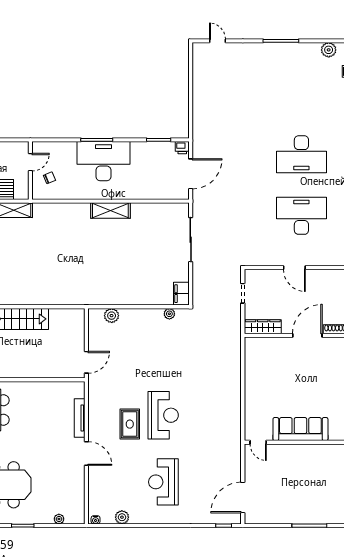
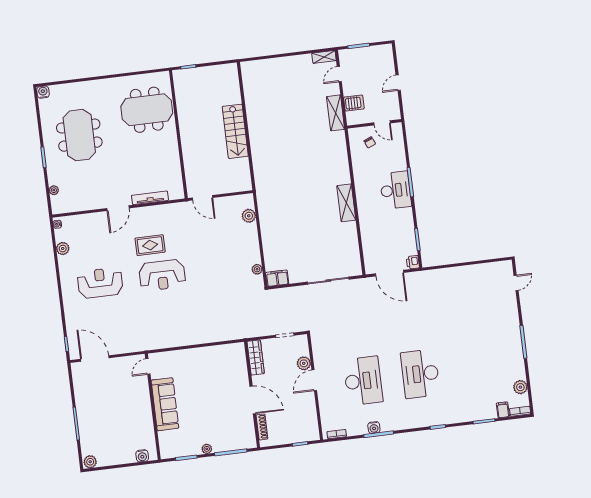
desk: (103, 161) -> (396, 190), width x0.73, depth x0.77
plant: (275, 276) -> (304, 363), added

